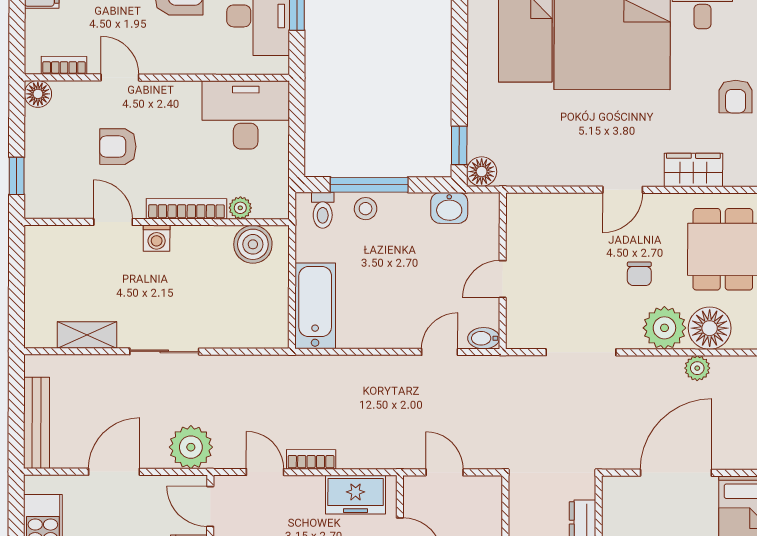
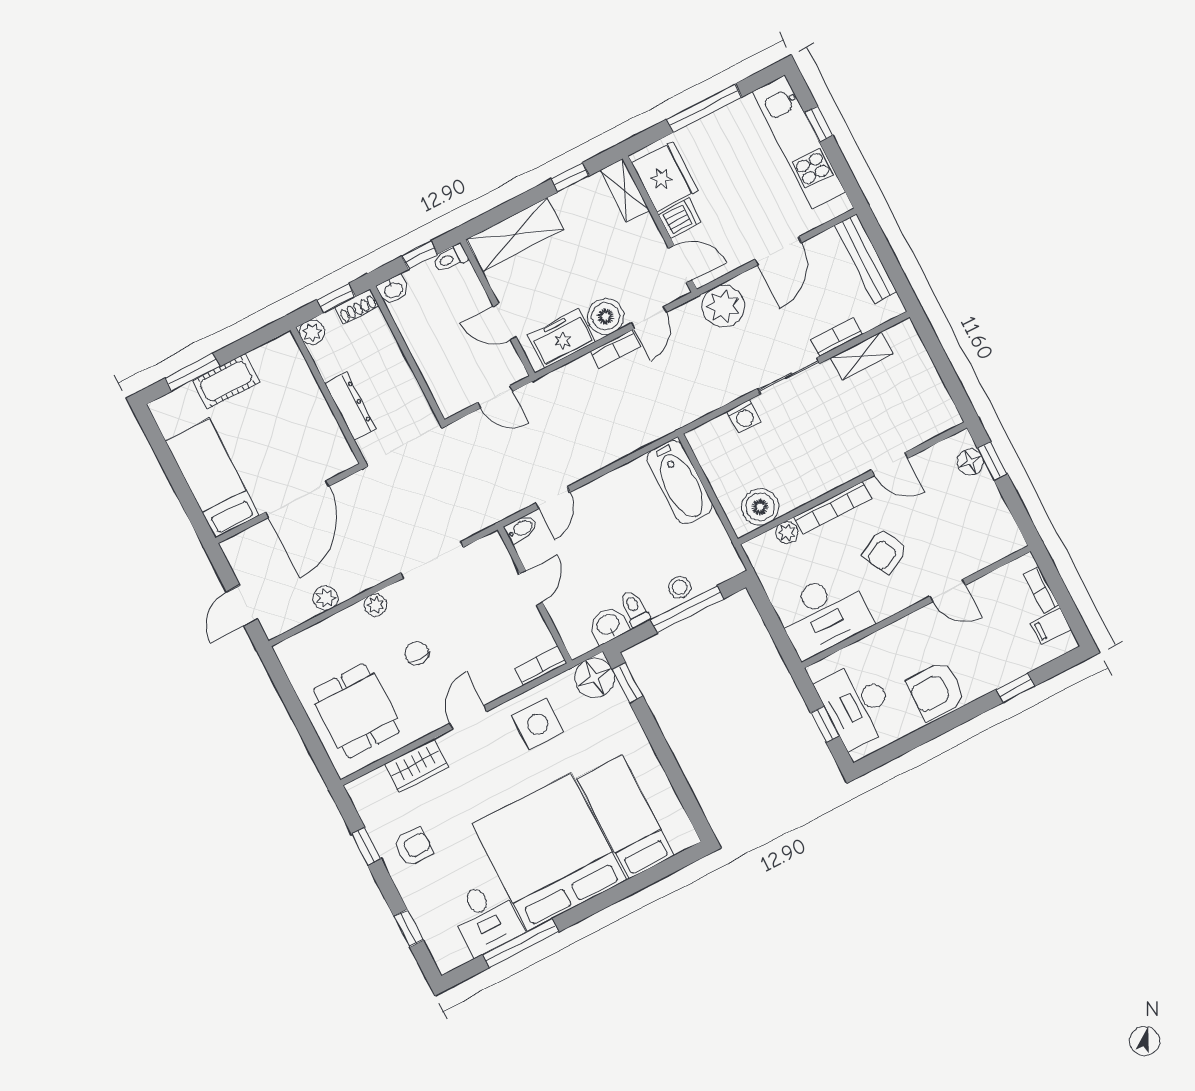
bookcase: (64, 65) -> (1041, 590), moved, turned 90
floor lamp: (38, 94) -> (970, 462), moved
armchair: (736, 97) -> (413, 847), turned 90
armchair: (118, 147) -> (885, 551), moved, turned 152
side table: (562, 151) -> (538, 724), added
floor lamp: (482, 172) -> (595, 678), width x1.38, depth x1.38
bookcase: (531, 203) -> (541, 666), added
toilet: (323, 210) -> (635, 609), moved
washing machine: (157, 238) -> (744, 417), moved, turned 180
plant: (664, 328) -> (375, 605), width x0.53, depth x0.53
floor lamp: (710, 328) -> (333, 638), removed
bookcase: (101, 364) -> (837, 337), added
door: (265, 472) -> (649, 318), hinge flipped
boiler: (304, 494) -> (606, 316), added

